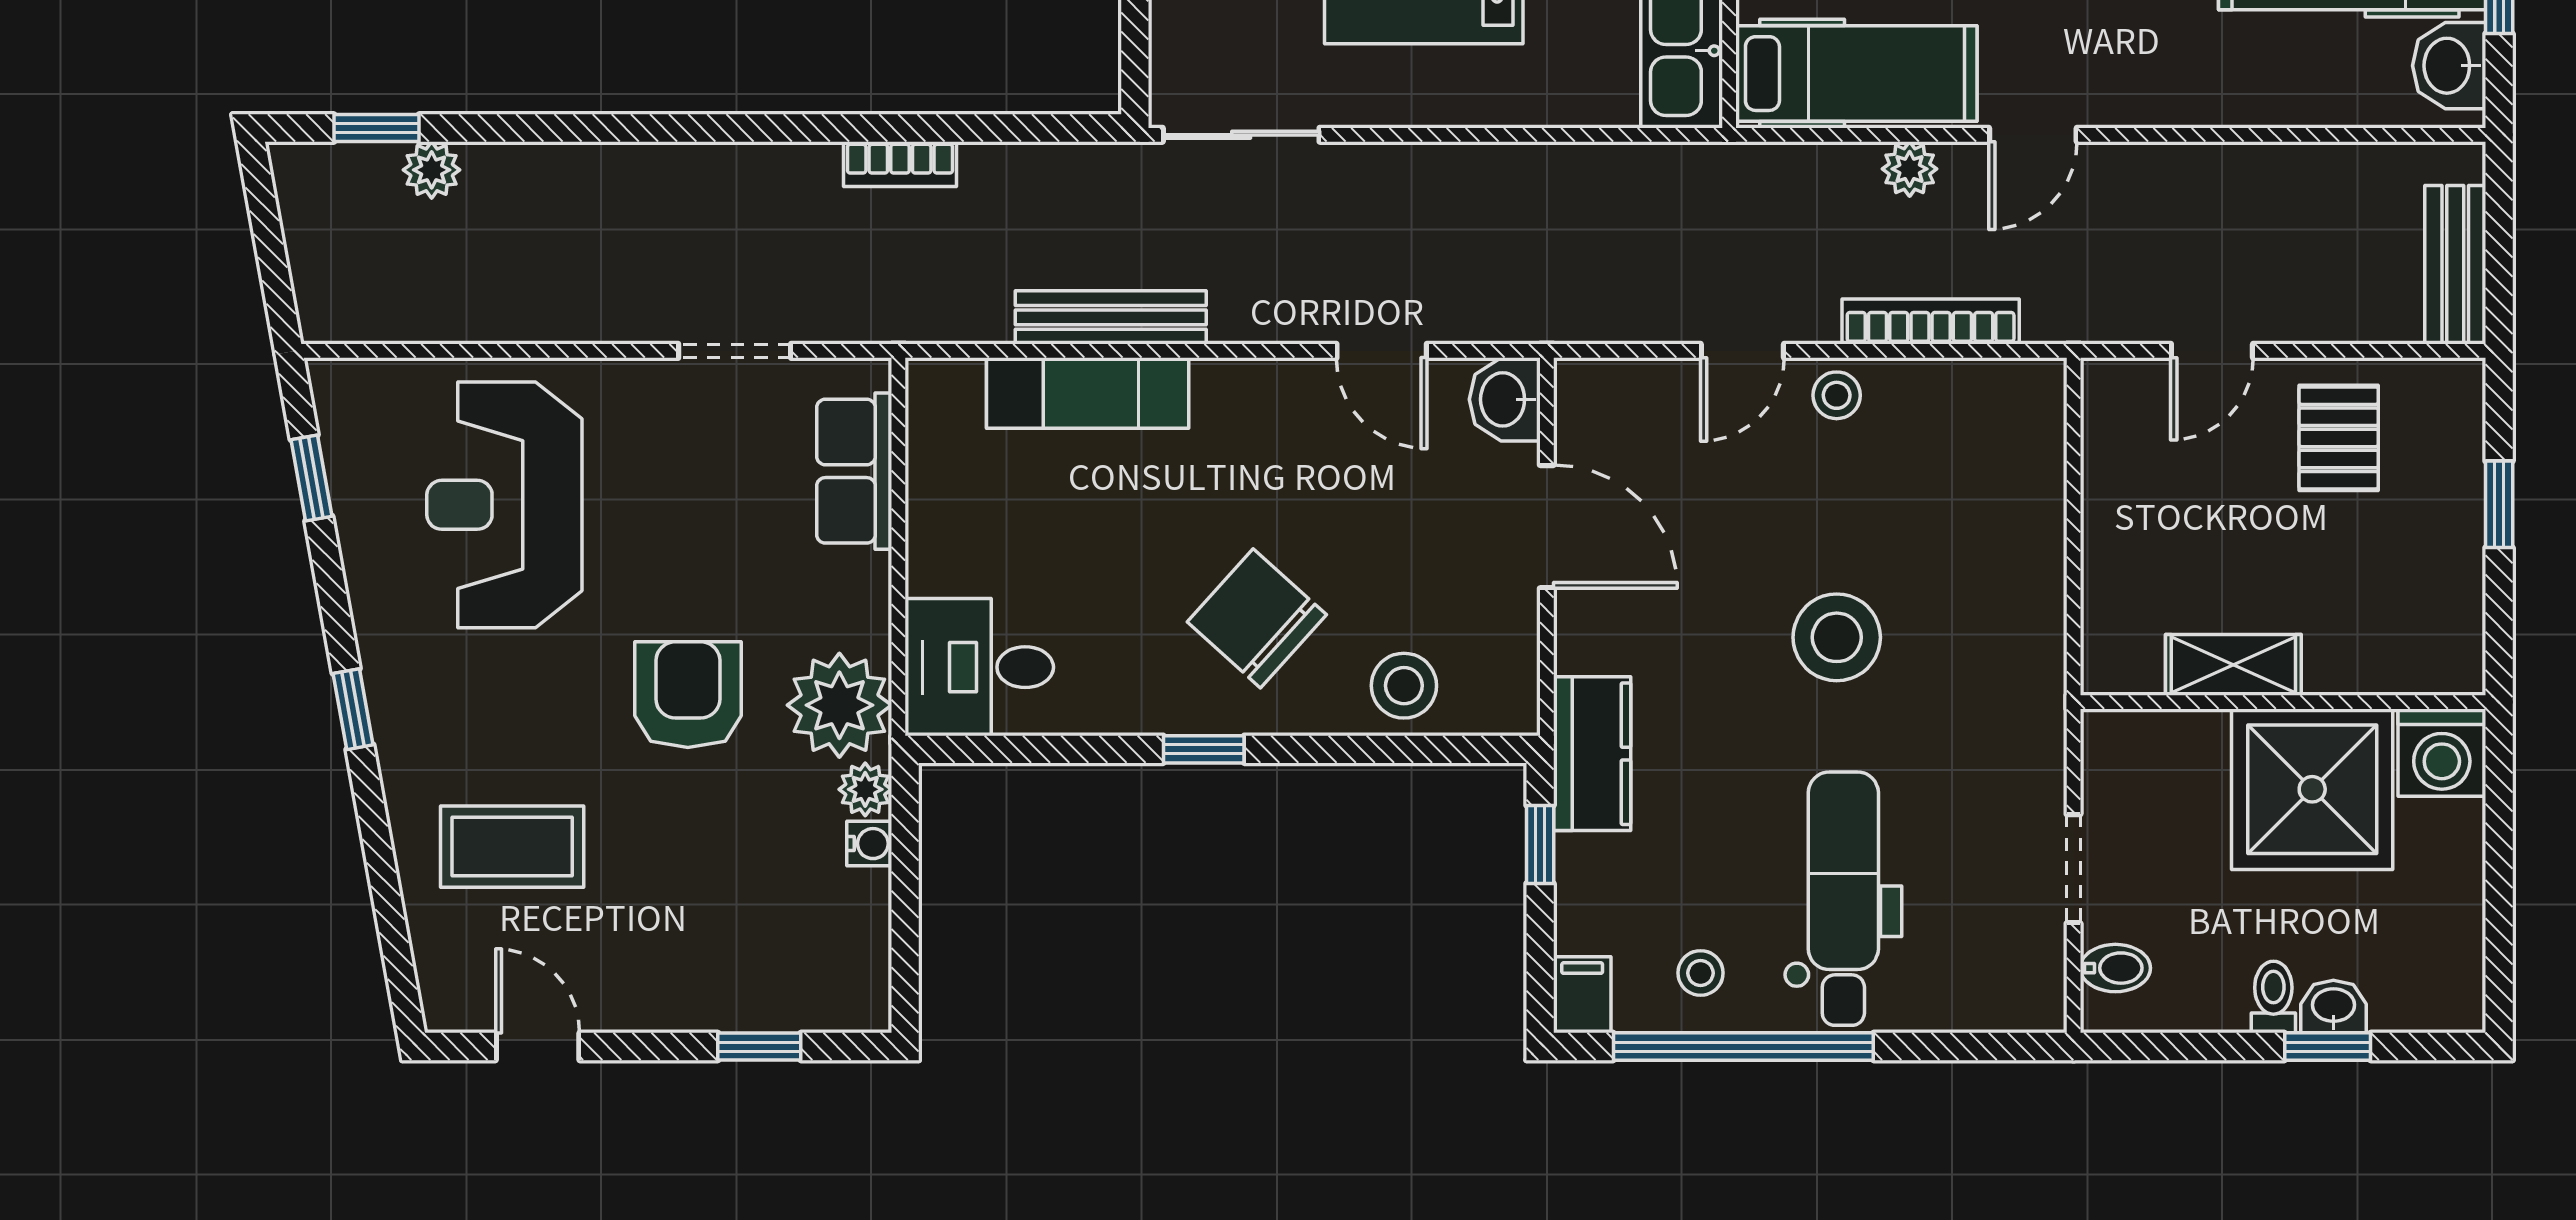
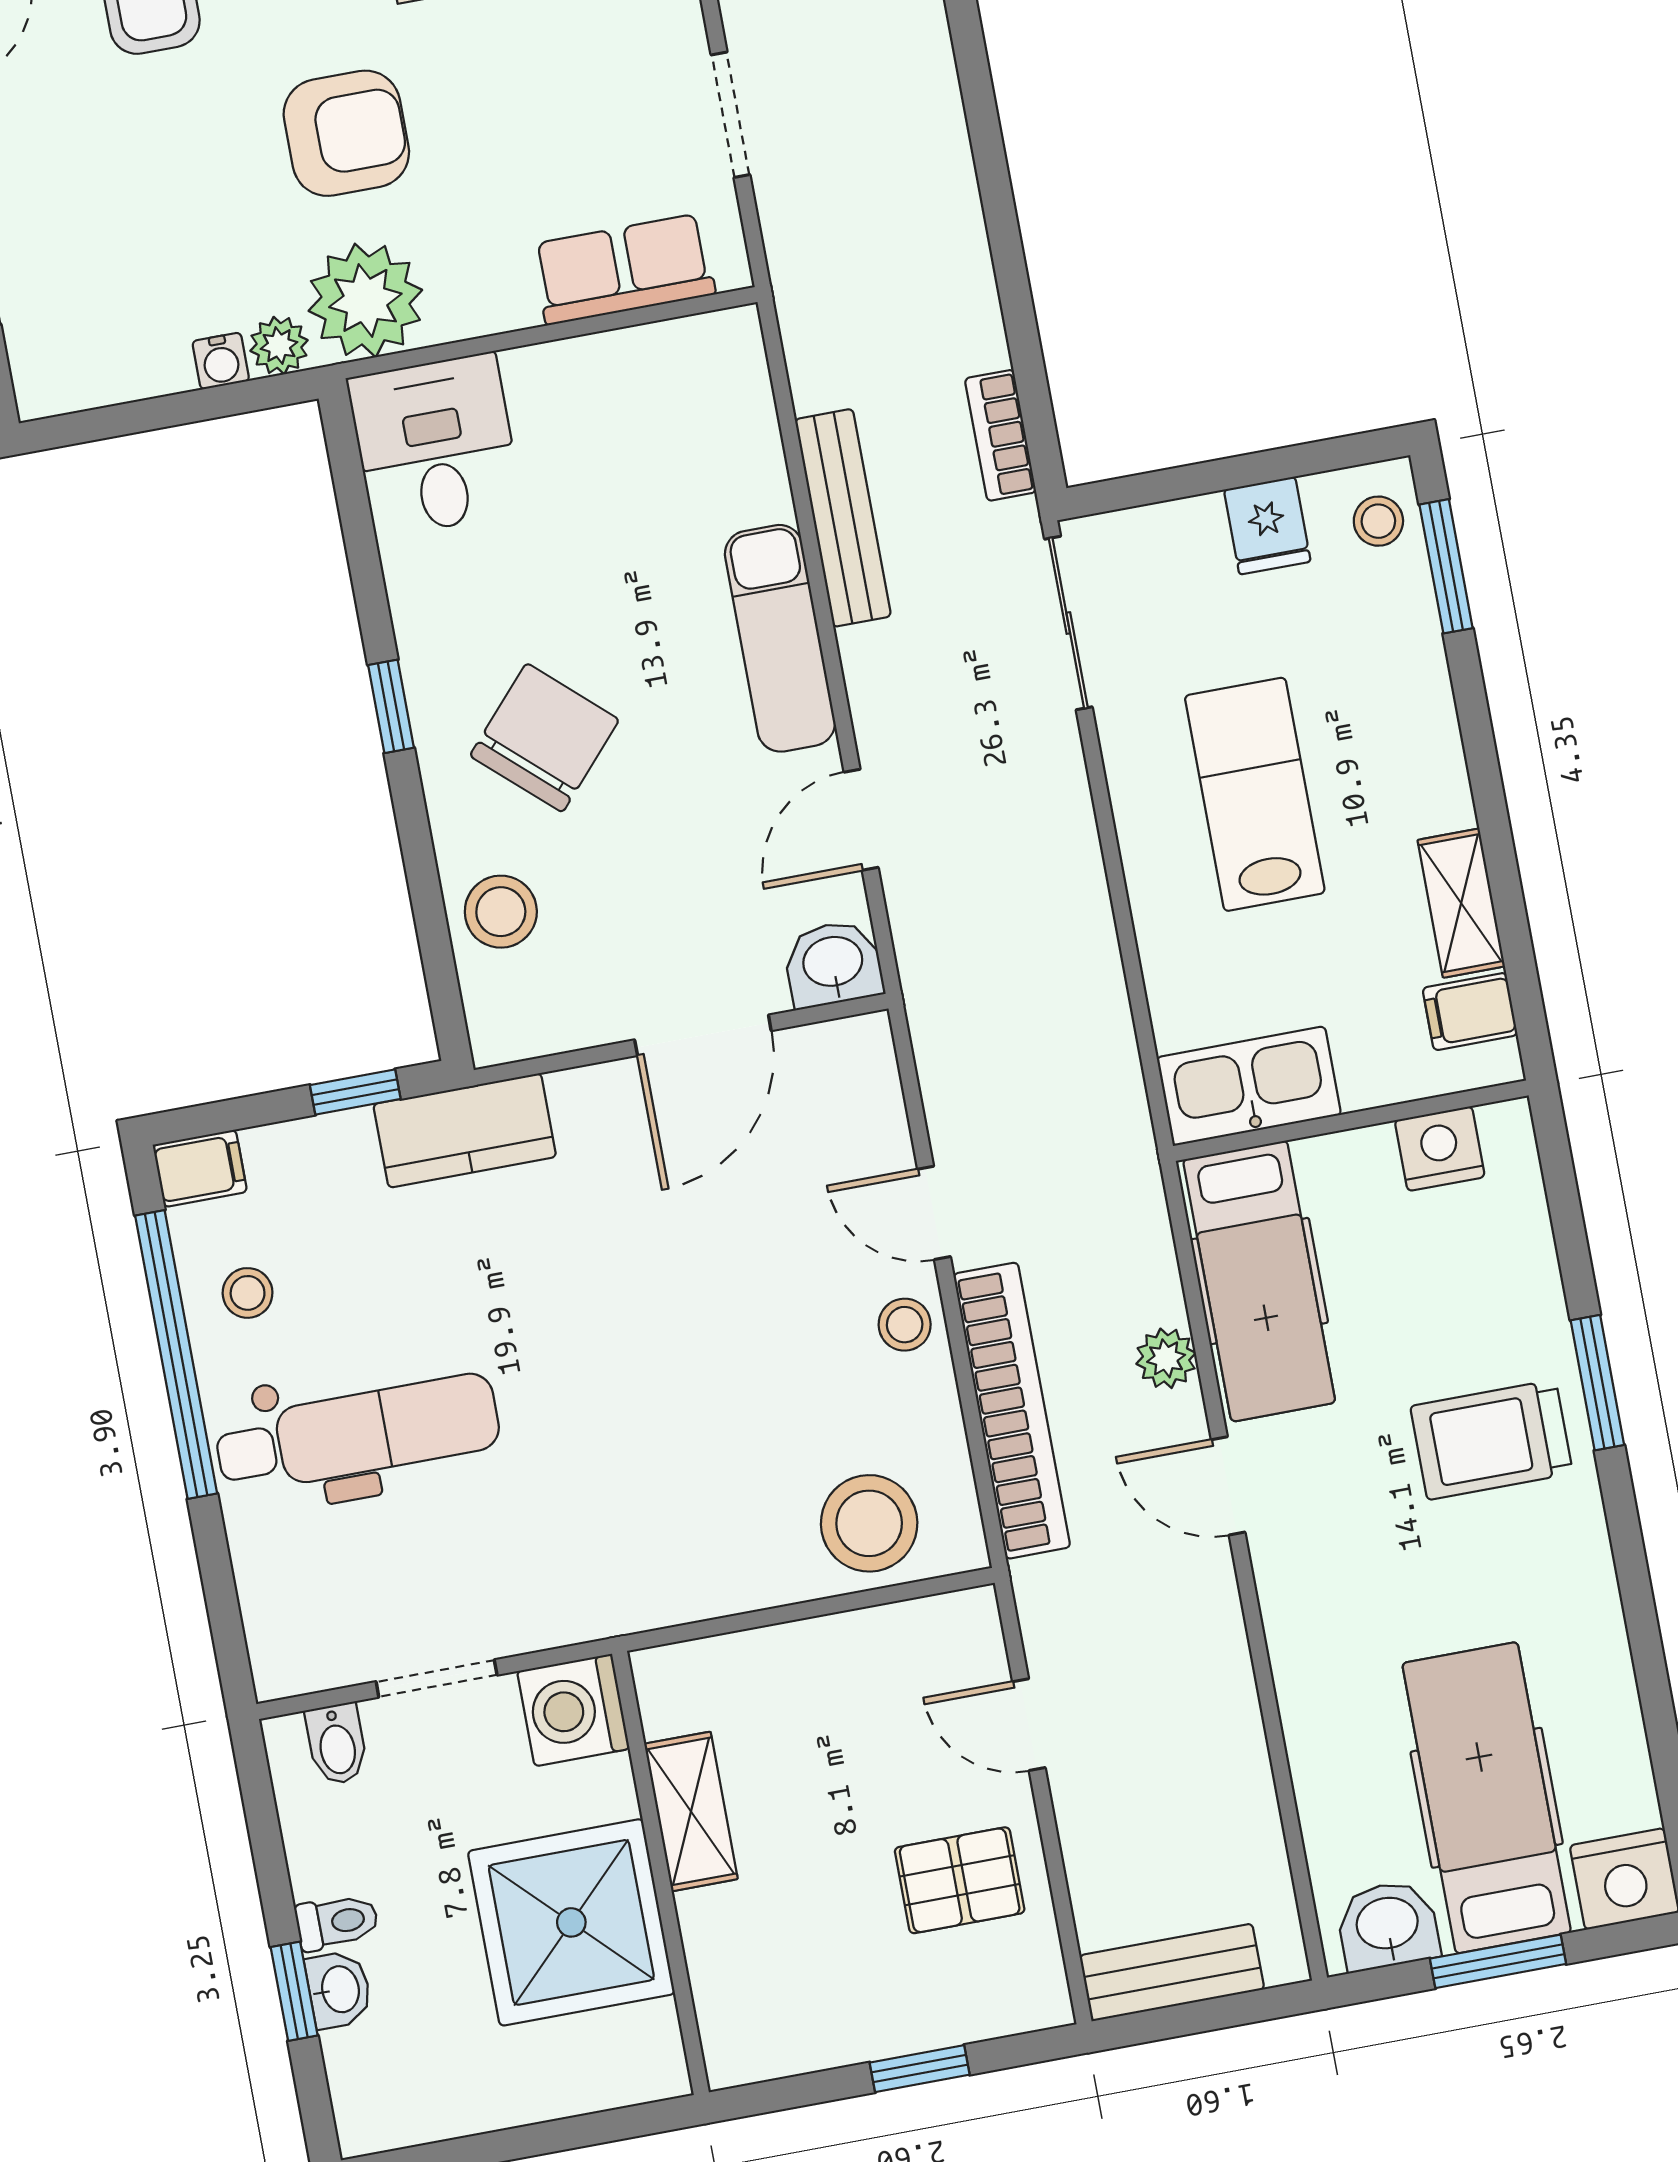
bookcase: (900, 164) -> (1000, 435), moved
bookcase: (1931, 321) -> (1012, 1411), width x1.48, depth x1.31
exam couch: (1088, 393) -> (780, 638), moved
stool: (1837, 637) -> (869, 1523), moved
washing machine: (2442, 753) -> (573, 1710), moved

